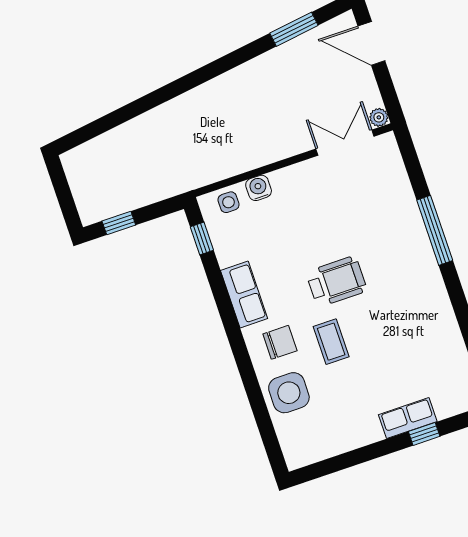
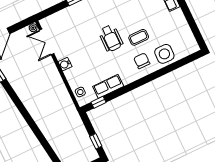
water cooler: (259, 188) -> (65, 64), moved
wheelchair: (336, 281) -> (111, 38), turned 180
row of seats: (244, 295) -> (108, 86), moved

